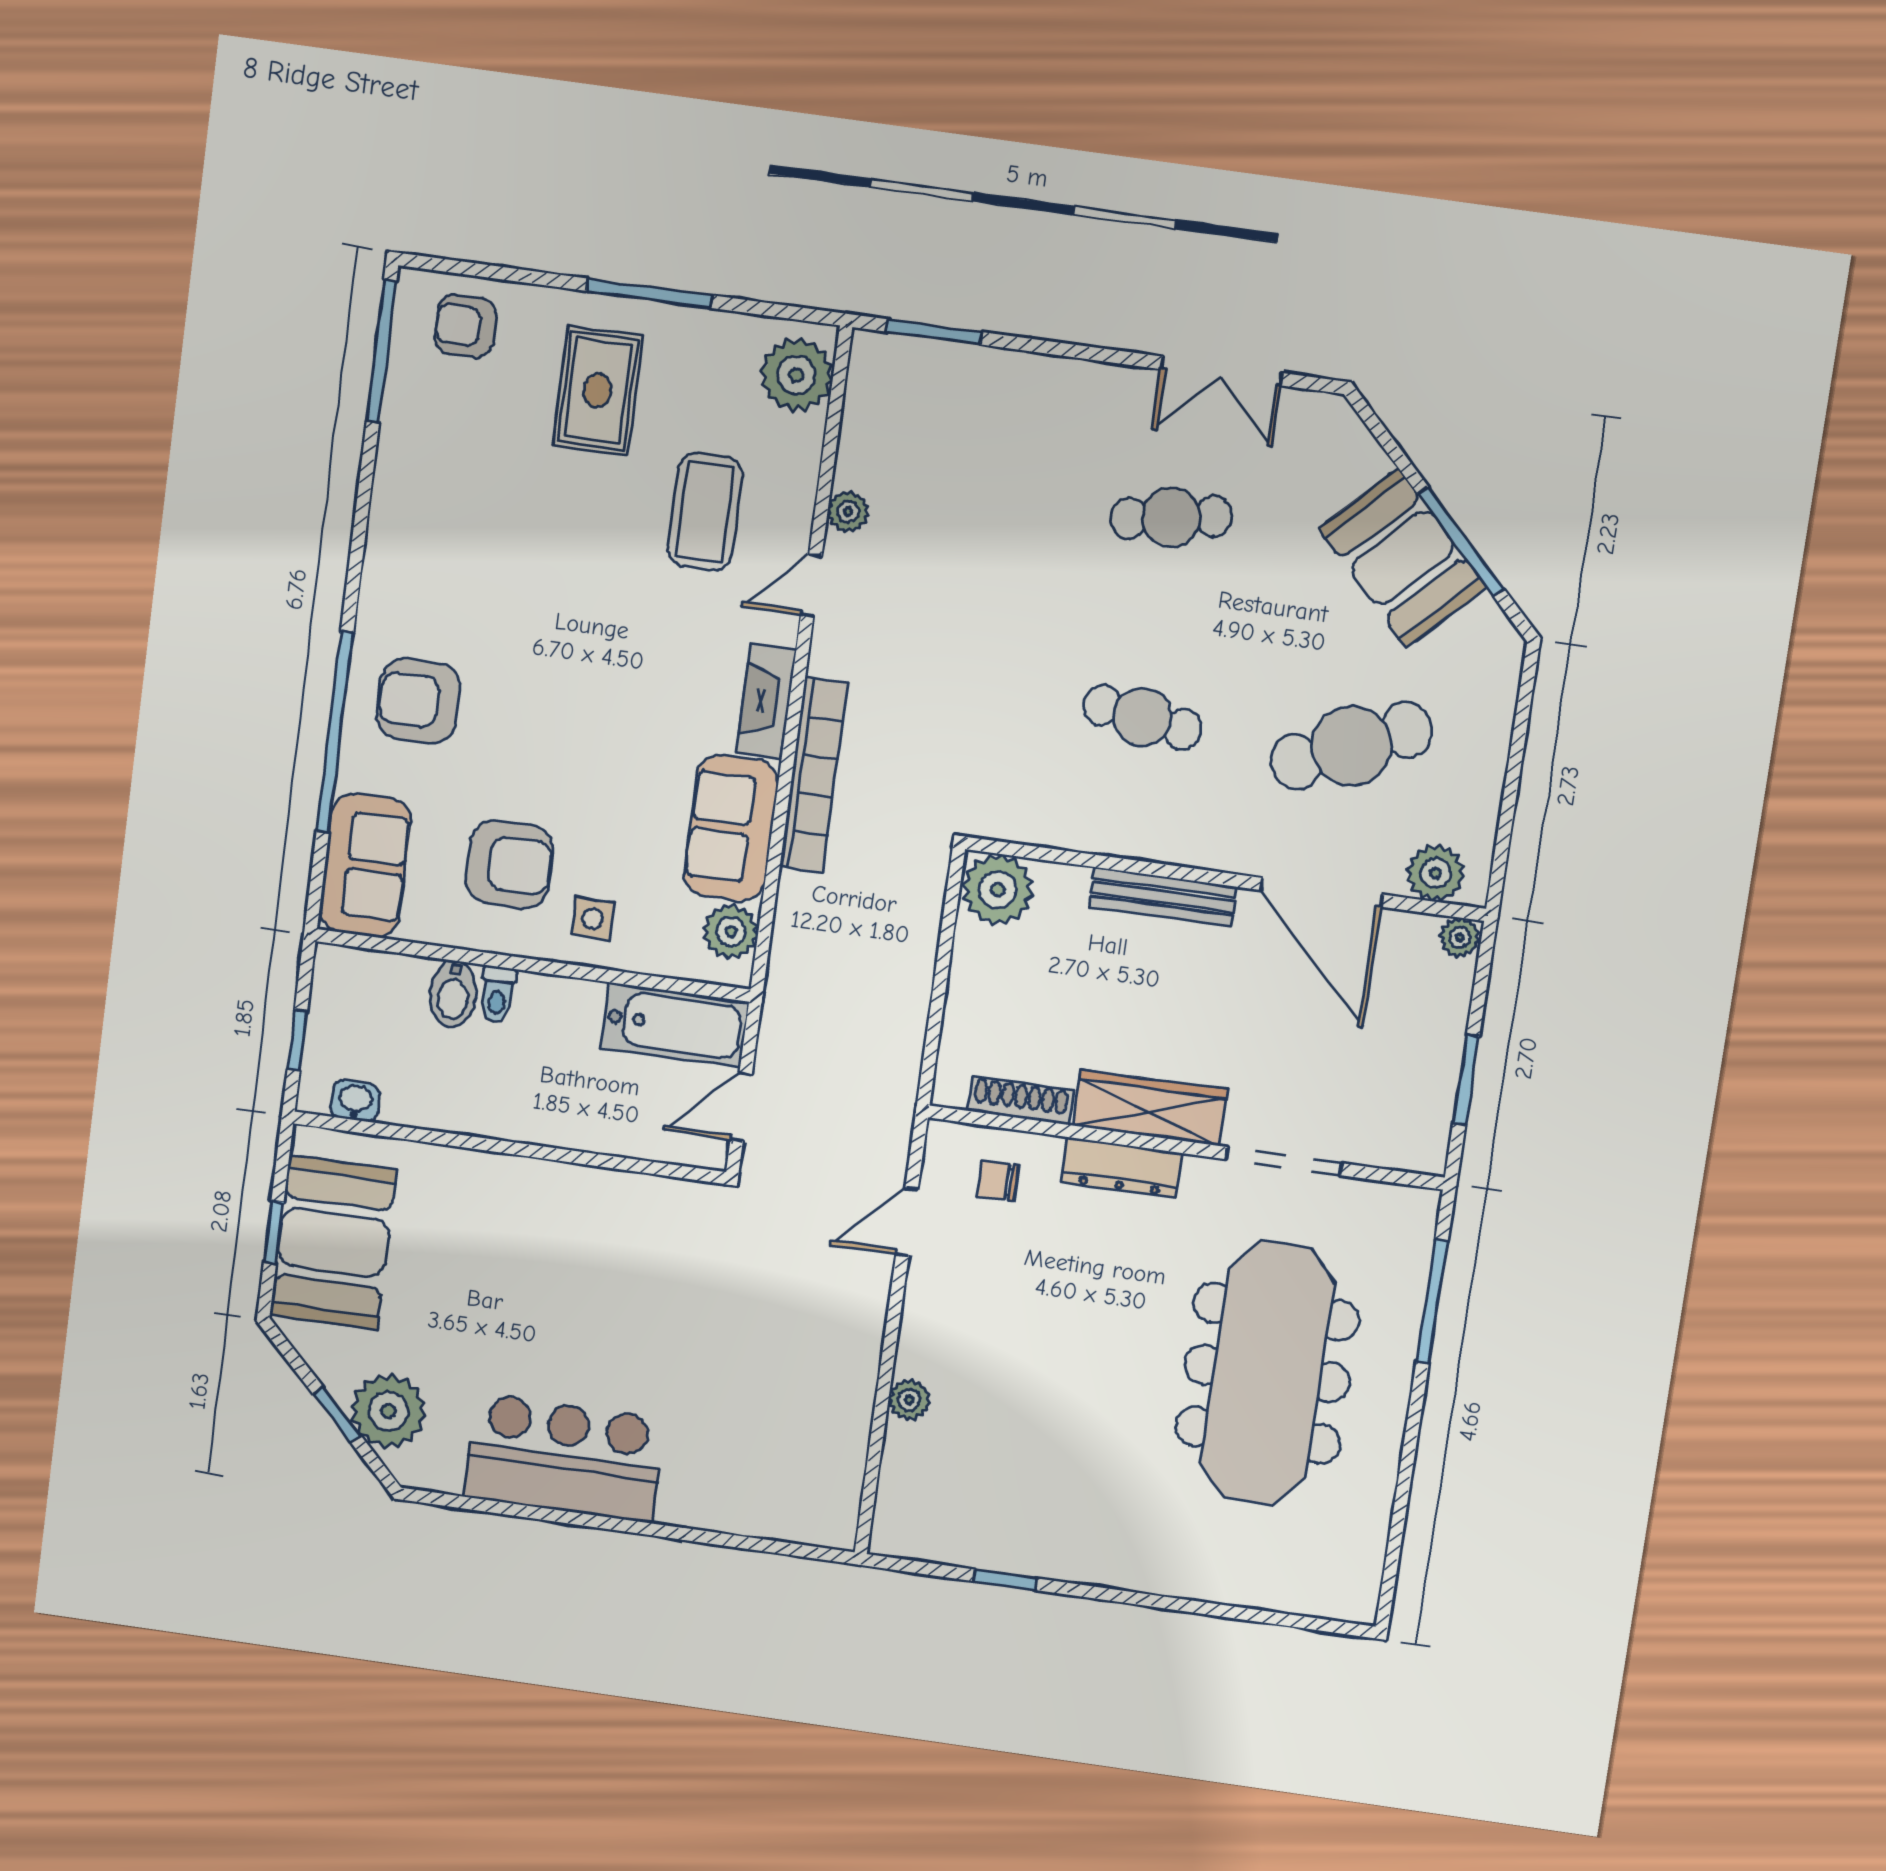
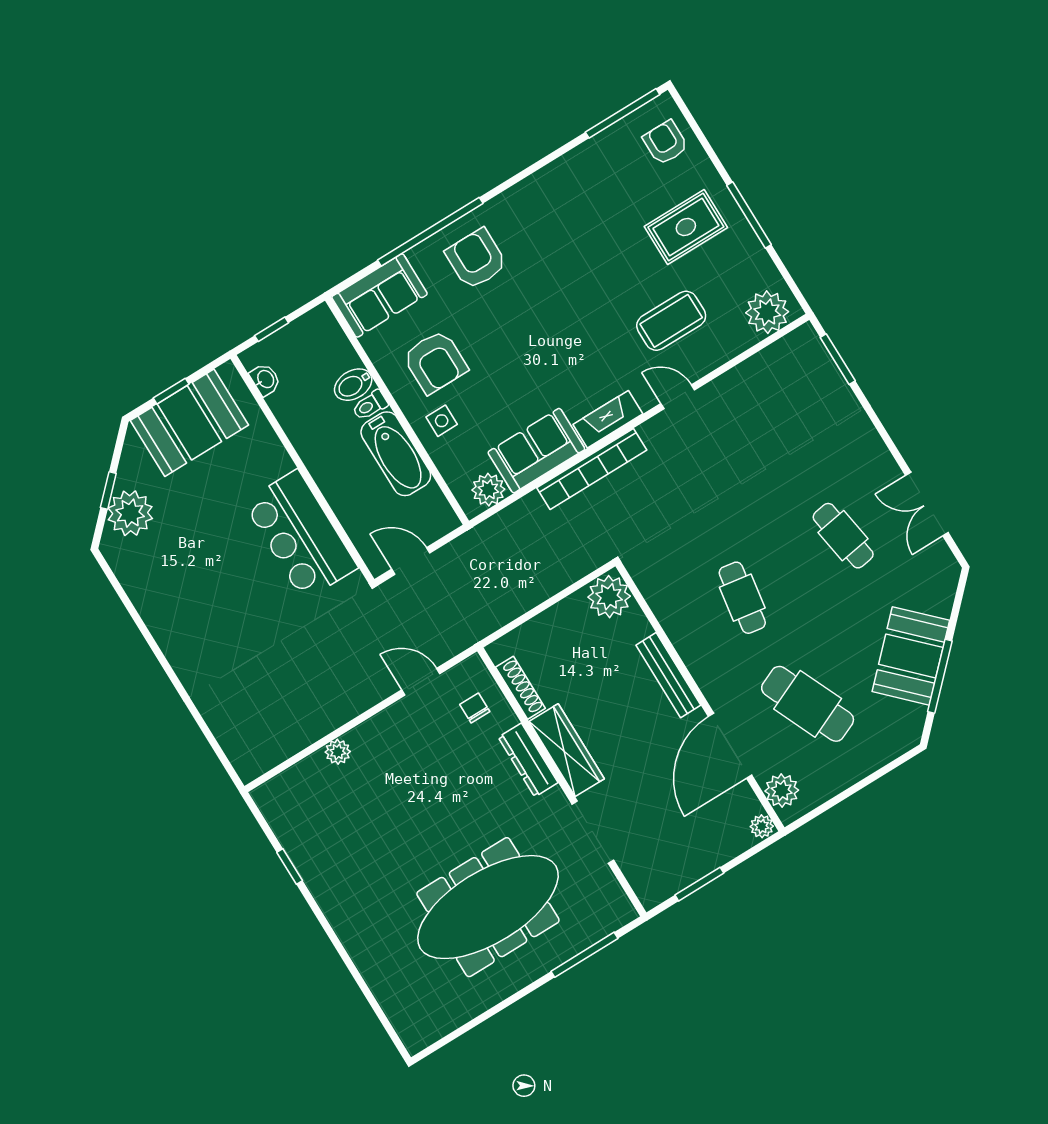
plant: (848, 512) -> (725, 386), removed
bathtub: (675, 1025) -> (396, 454), moved
bar counter: (564, 1458) -> (301, 535), moved, turned 180

